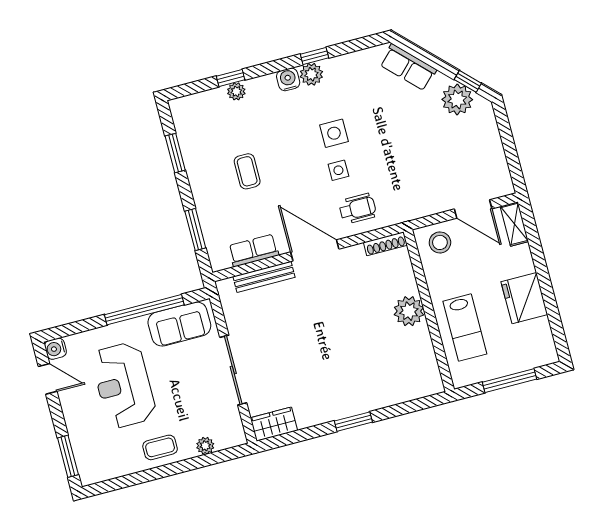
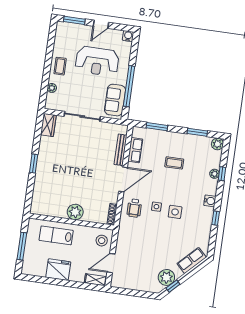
plant: (311, 74) -> (217, 144), moved
door: (48, 379) -> (101, 24), moved
reception desk: (124, 385) -> (97, 61), turned 180

